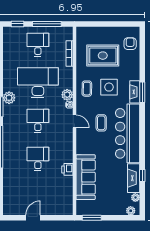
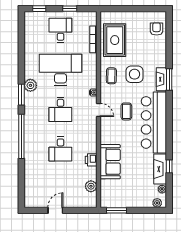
window: (47, 24) -> (70, 9), width x0.46
rug: (103, 56) -> (115, 40), moved, turned 90
plant: (67, 95) -> (91, 186), moved
desk: (38, 121) -> (60, 109), turned 180
desk: (38, 159) -> (60, 149), turned 180
sofa: (86, 177) -> (110, 162), width x0.73

